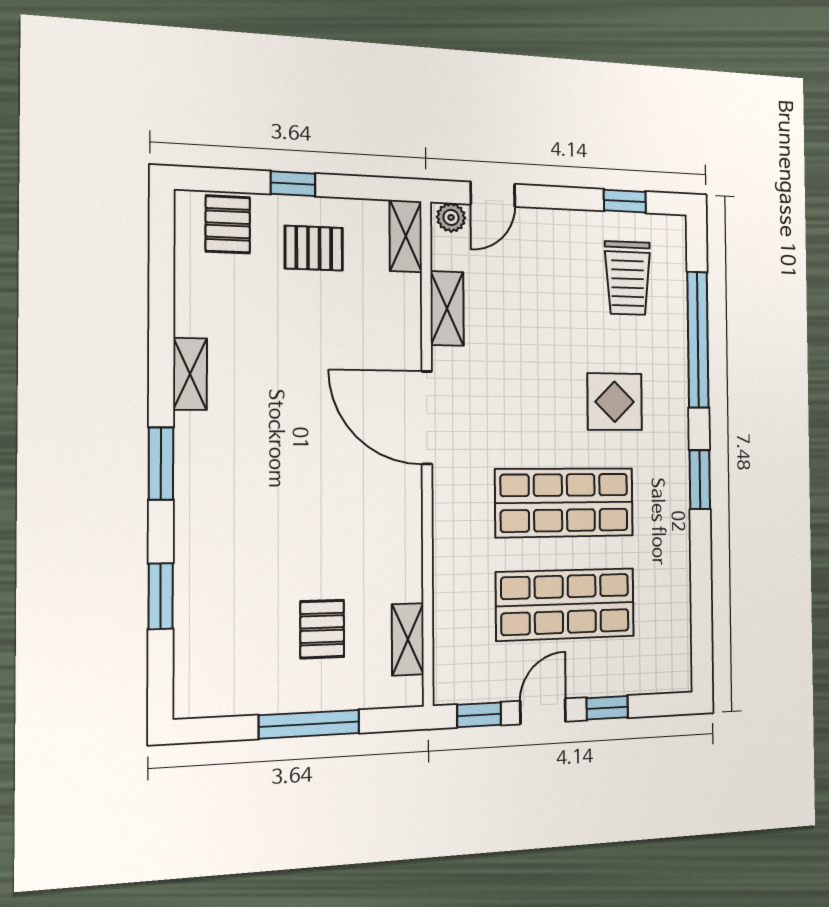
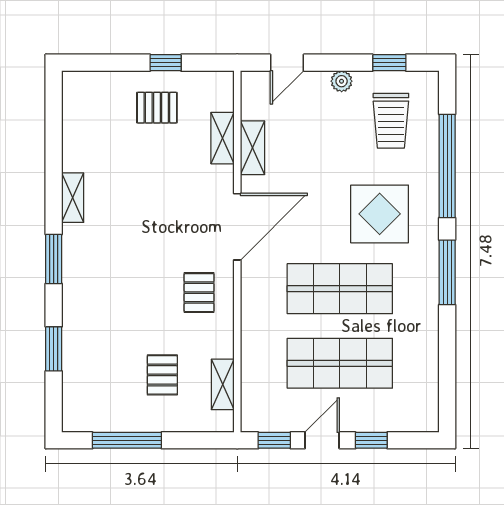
window: (293, 184) -> (166, 63), moved
plant: (451, 217) -> (342, 81), moved
pallet: (228, 224) -> (199, 293), moved
shelving: (406, 236) -> (222, 138), moved
display table: (615, 402) -> (380, 214), width x1.36, depth x1.36
door: (427, 418) -> (237, 227), swing flipped
window: (700, 480) -> (447, 272), width x1.44
window: (309, 724) -> (127, 440), moved

